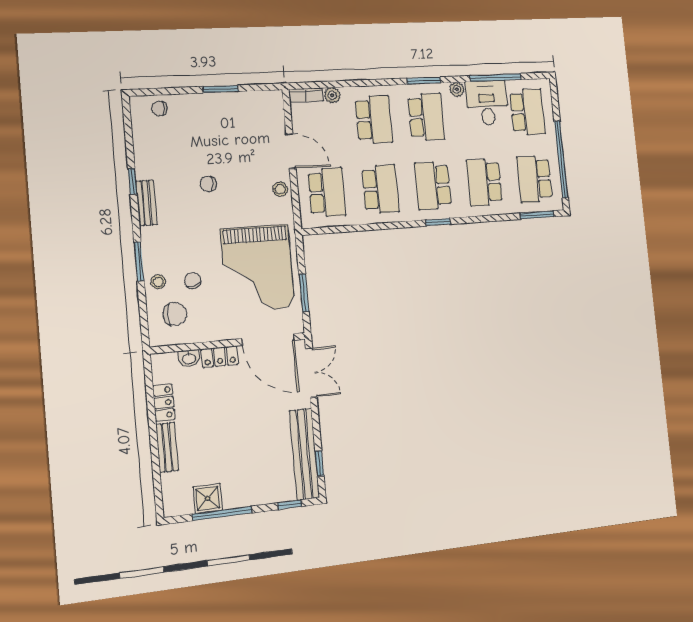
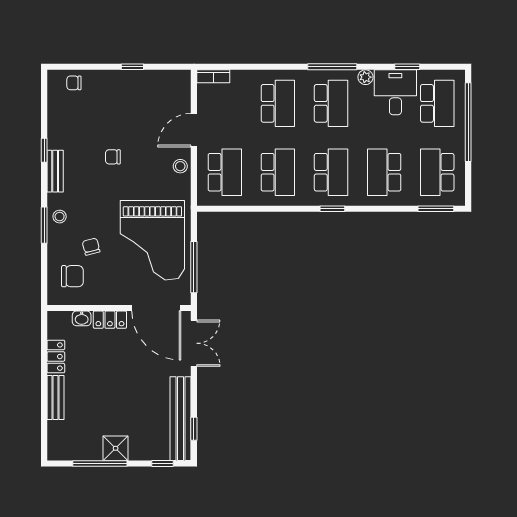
window: (496, 78) -> (407, 67), width x0.46
window: (424, 81) -> (332, 67), width x1.44
window: (221, 89) -> (132, 67), width x0.67
plant: (332, 95) -> (239, 78), removed
door: (291, 151) -> (194, 130), swing flipped
window: (561, 159) -> (468, 122), moved
school desk: (433, 186) -> (331, 172), turned 180
stool: (158, 282) -> (60, 217), moved
window: (304, 293) -> (194, 267), width x1.44
shower: (208, 498) -> (116, 448), moved

